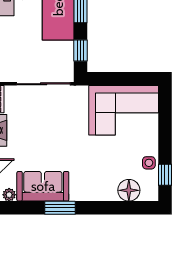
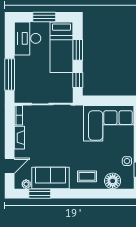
coffee table: (93, 184) -> (87, 176), added
window: (60, 208) -> (40, 194), moved

